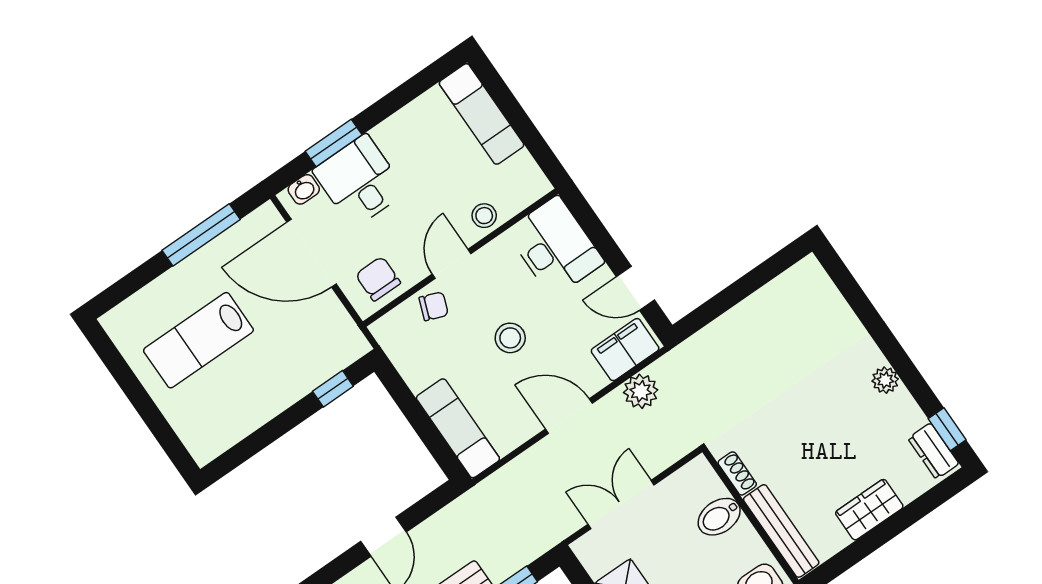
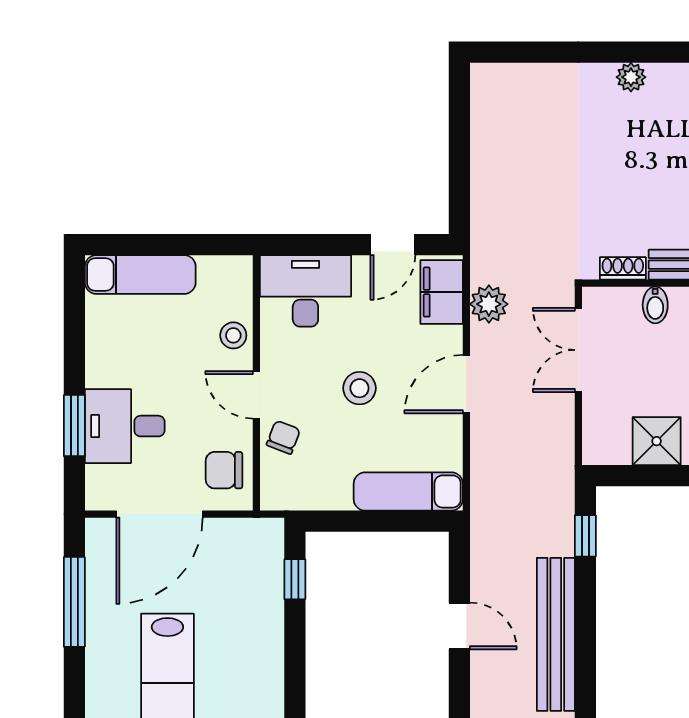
washbasin: (304, 189) -> (97, 481), removed
double door: (621, 505) -> (578, 350), moved
bidet: (719, 517) -> (655, 305), width x0.72, depth x0.74

